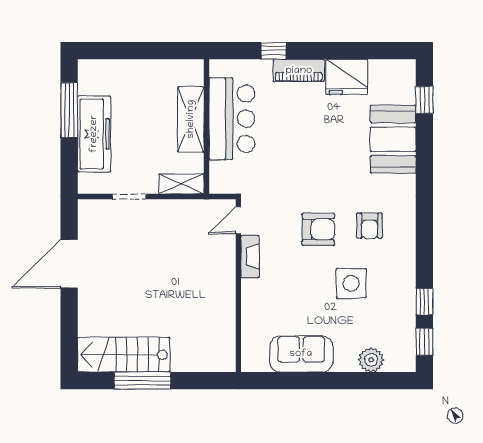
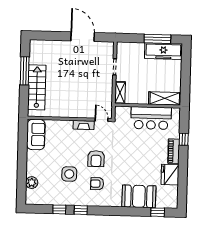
shelving: (191, 119) -> (165, 98), moved
freezer: (94, 134) -> (163, 51), moved
window: (424, 342) -> (81, 210), moved
sofa: (301, 354) -> (36, 135), moved
stairs: (124, 355) -> (37, 87), moved

